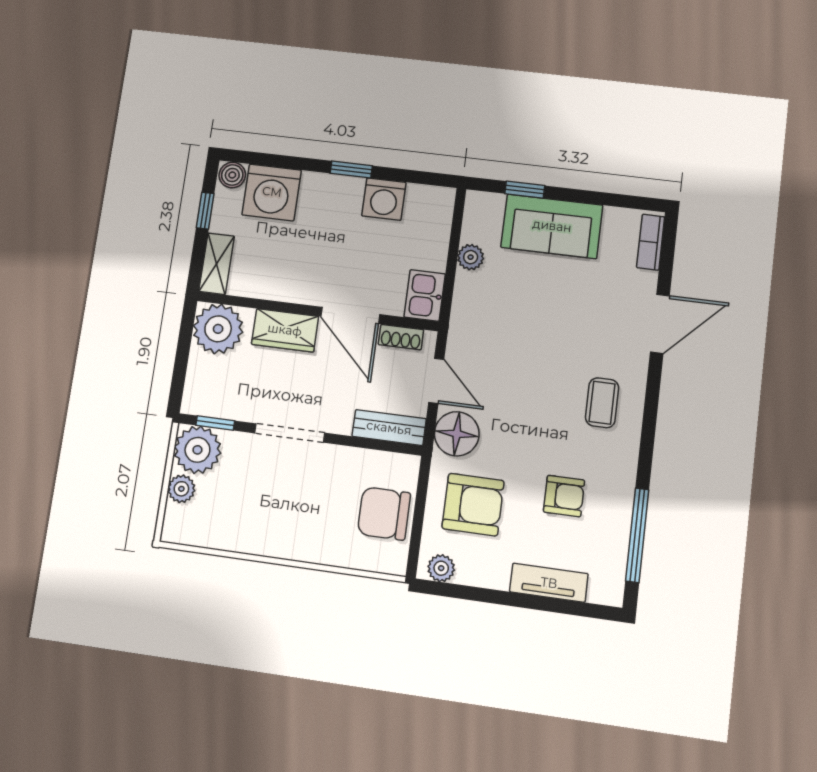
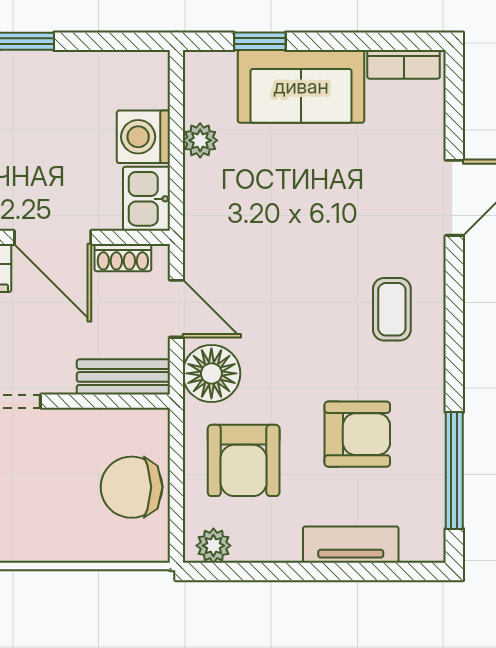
washing machine: (384, 199) -> (143, 137), moved, turned 90
bookcase: (651, 242) -> (404, 64), moved, turned -90
armchair: (564, 496) -> (357, 434), width x1.38, depth x1.38
armchair: (473, 505) -> (244, 460), turned 90

